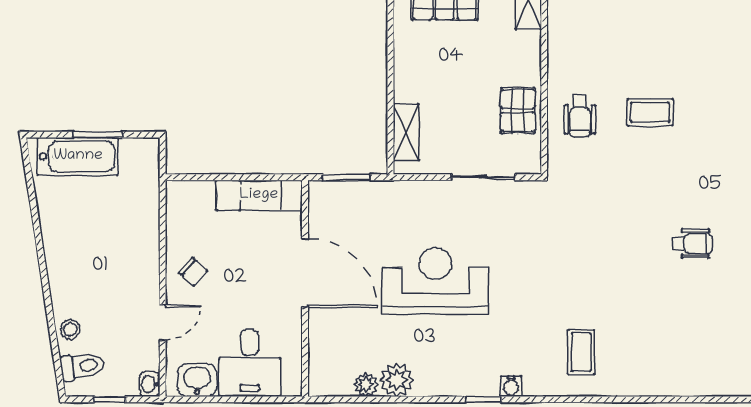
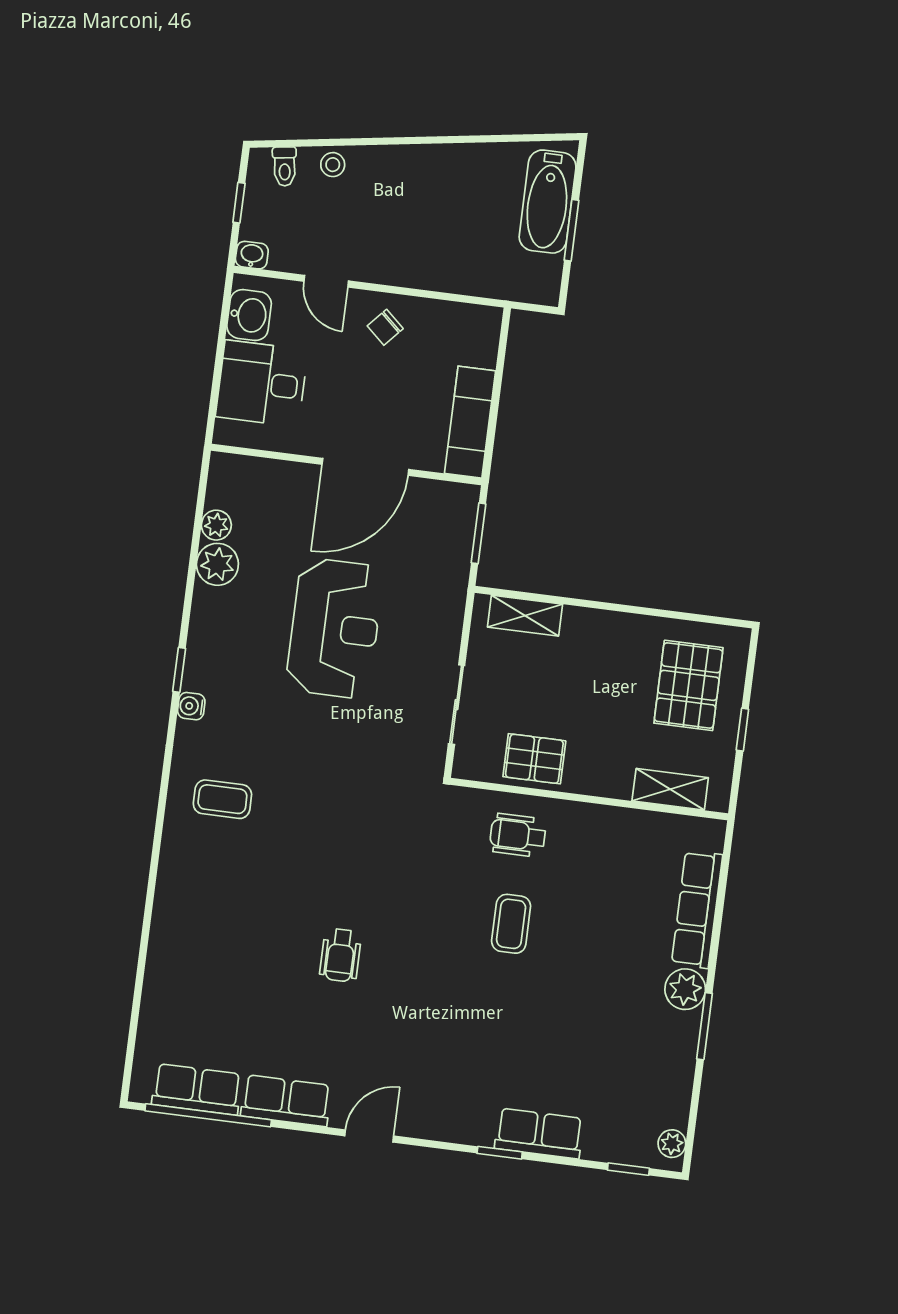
toilet: (82, 366) -> (285, 166), width x0.73, depth x0.72

